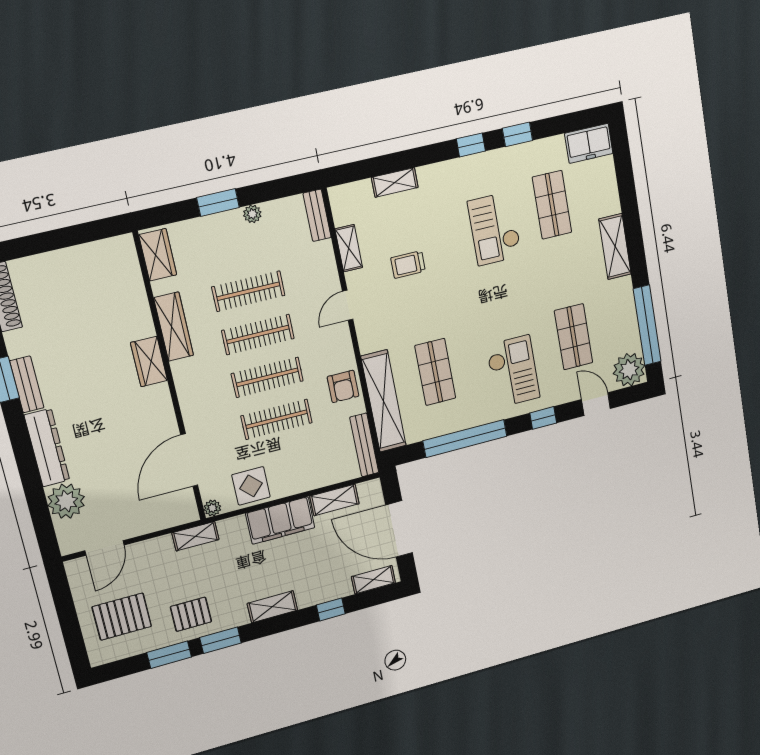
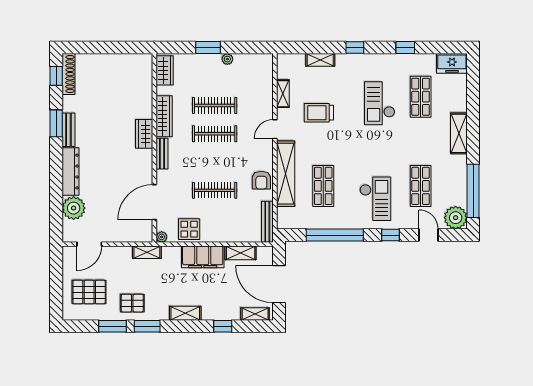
window: (471, 145) -> (355, 48), moved
bench: (317, 215) -> (162, 154), moved
trolley: (408, 265) -> (319, 113), width x1.36, depth x1.39
clothes rail: (267, 377) -> (215, 162), removed
shelving: (384, 401) -> (286, 174), moved

